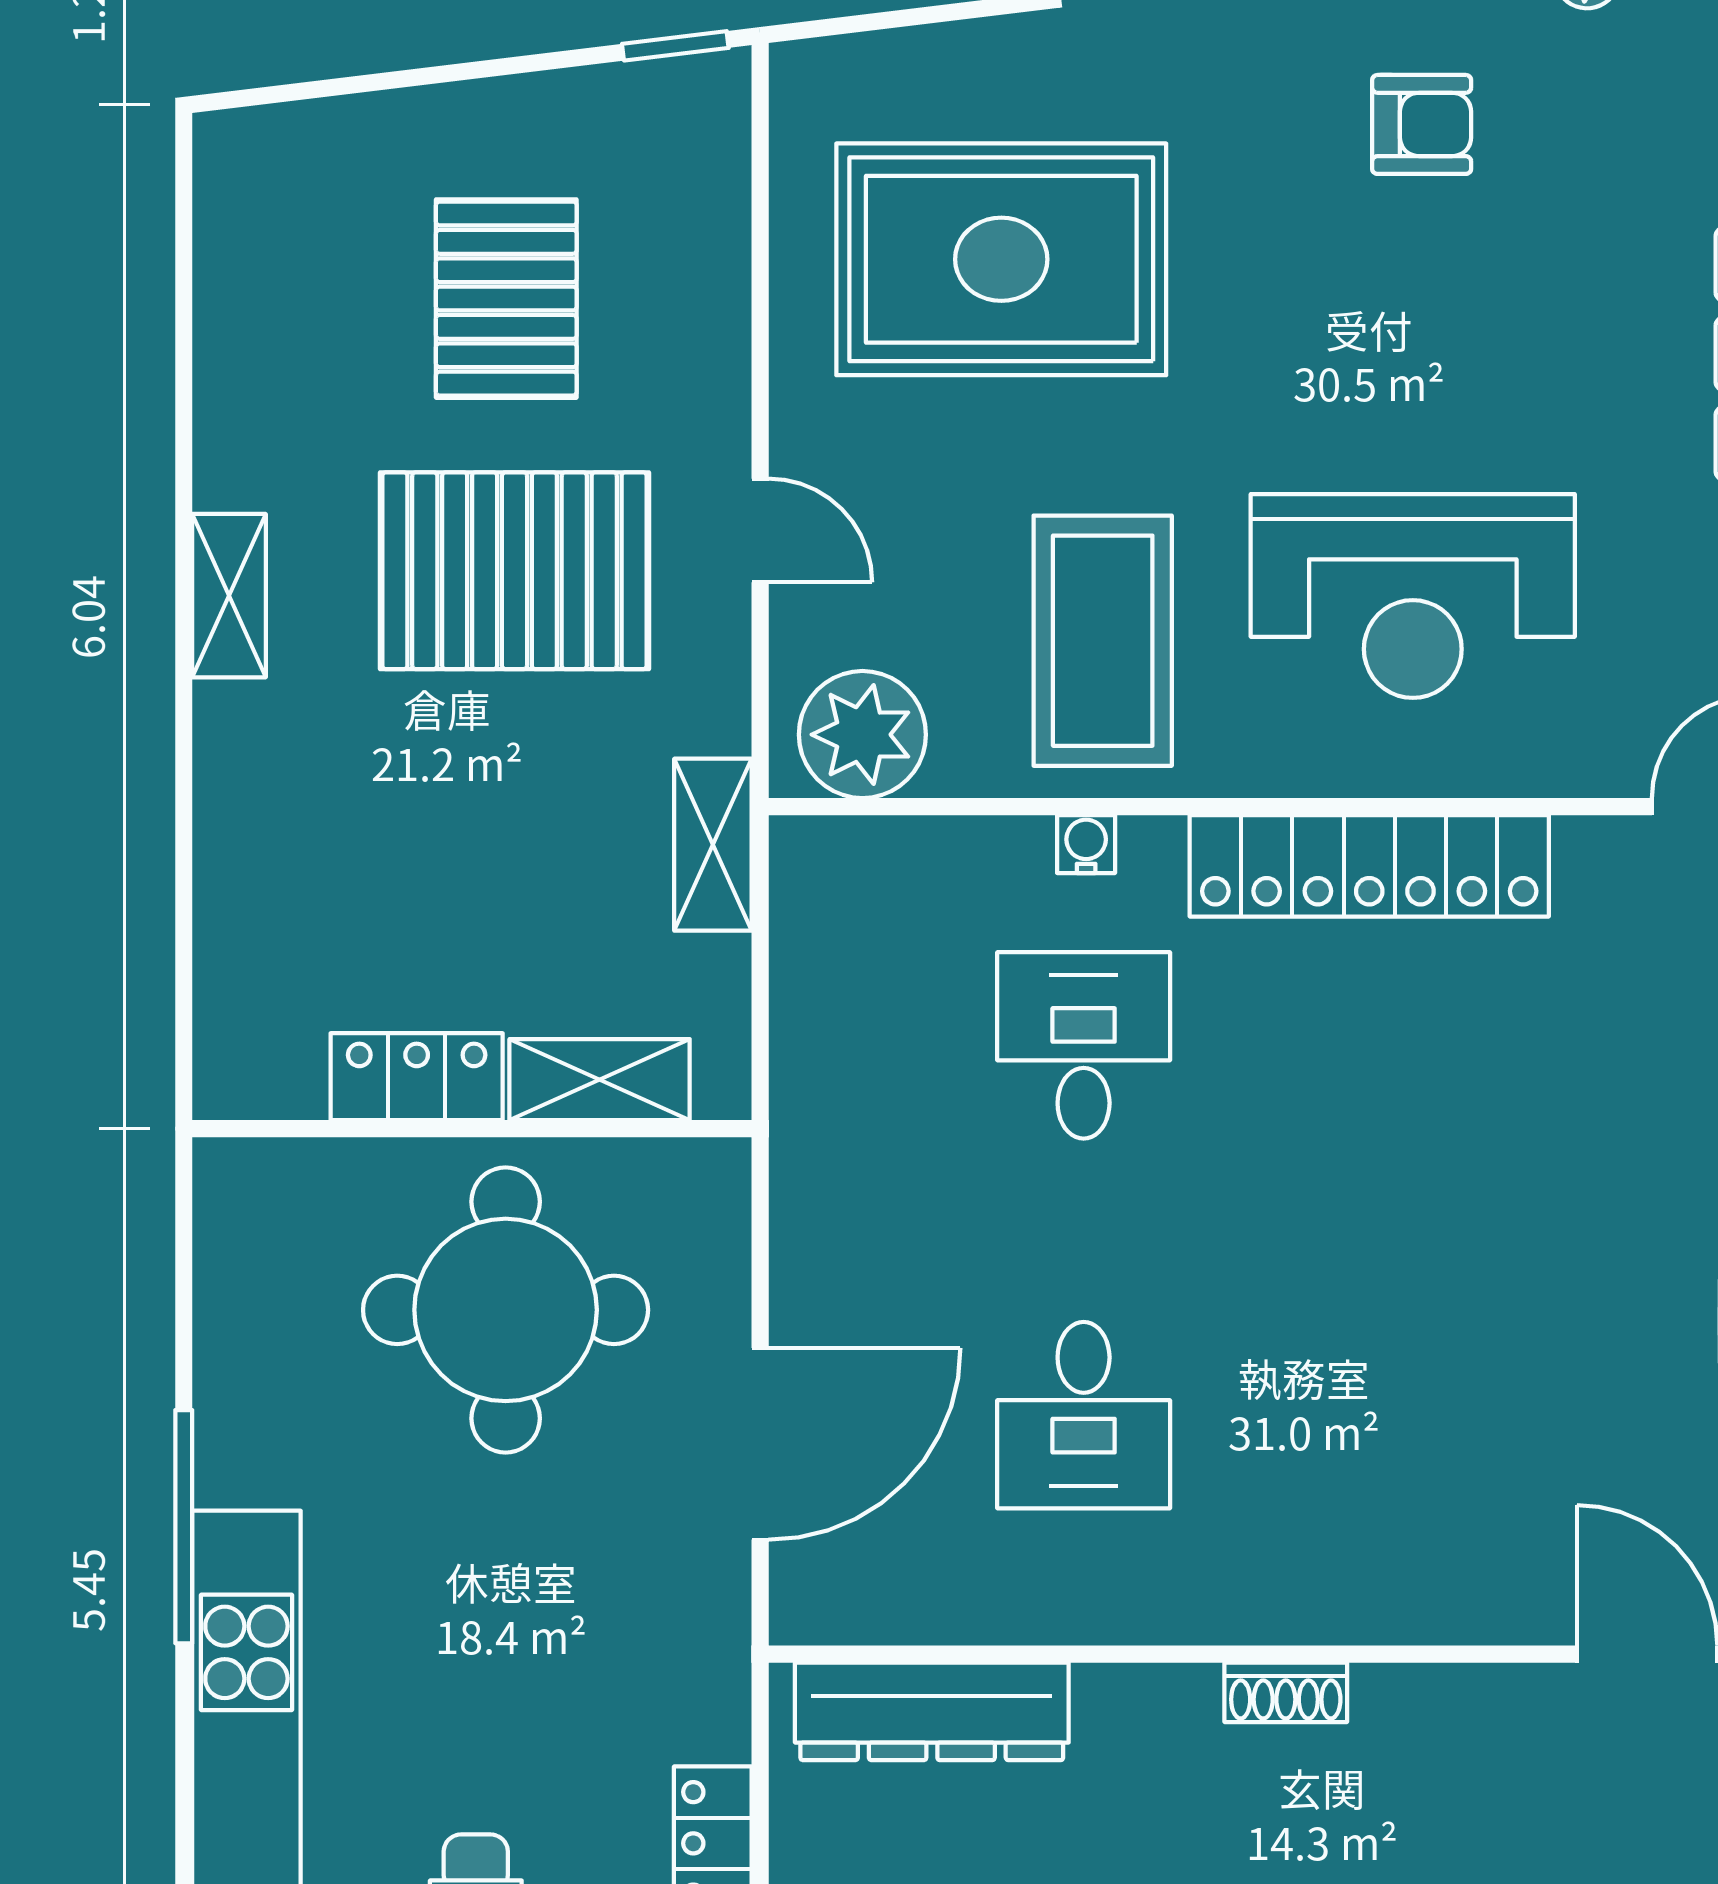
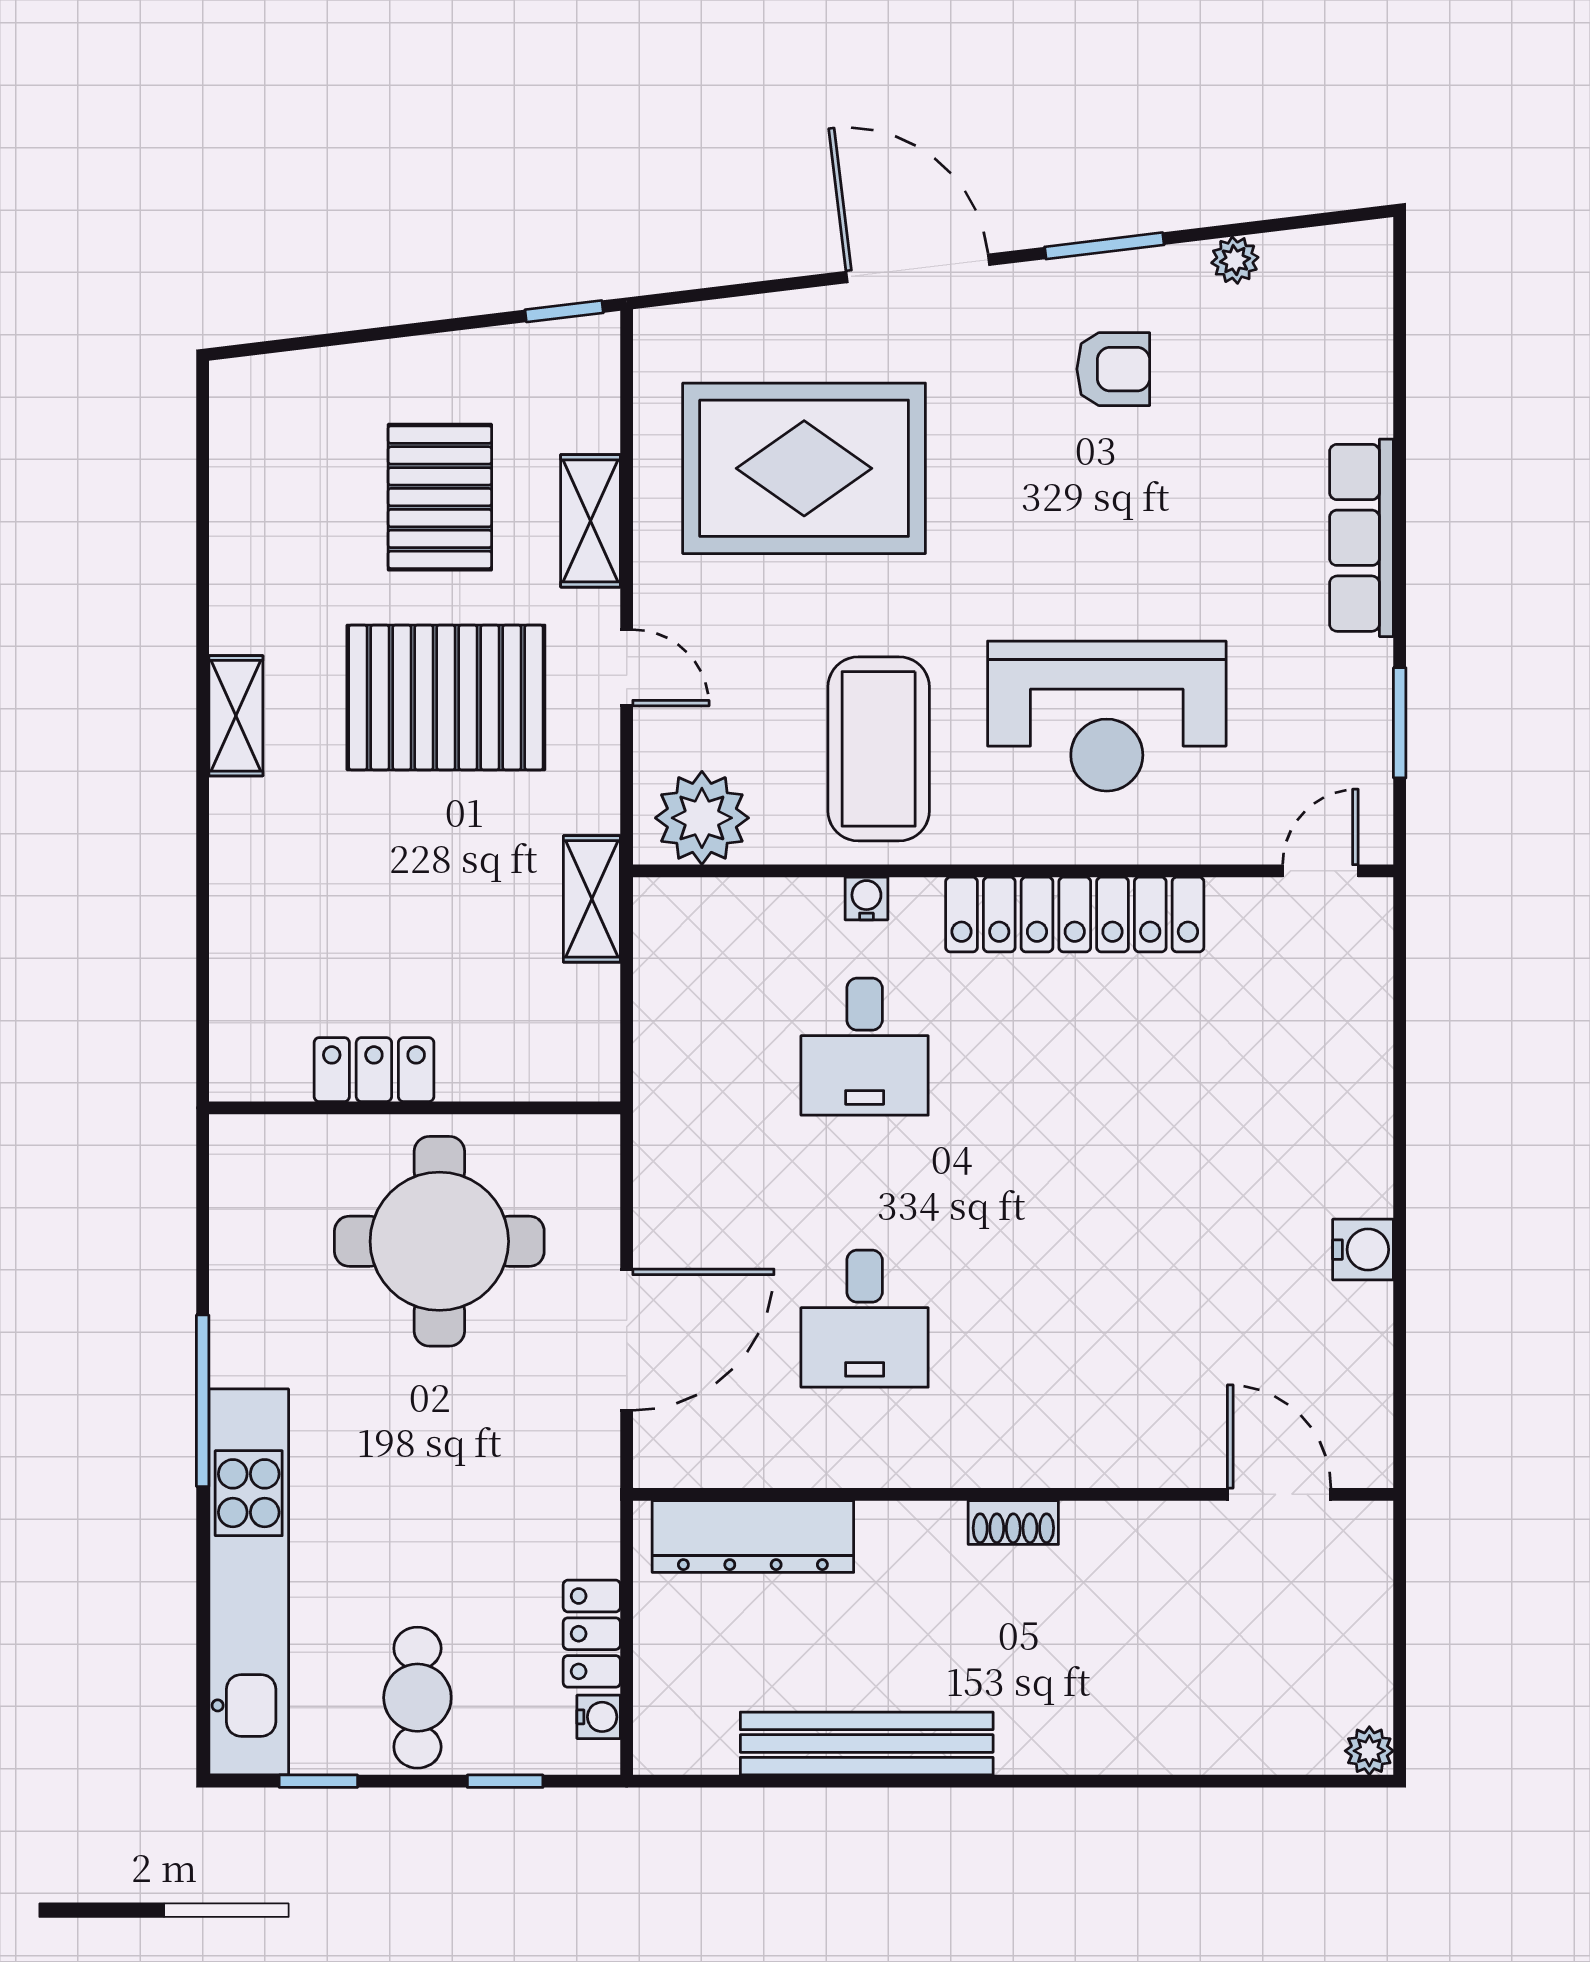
desk: (1084, 1045) -> (865, 1047), turned 180
shelving: (600, 1080) -> (591, 521), moved, turned 90

